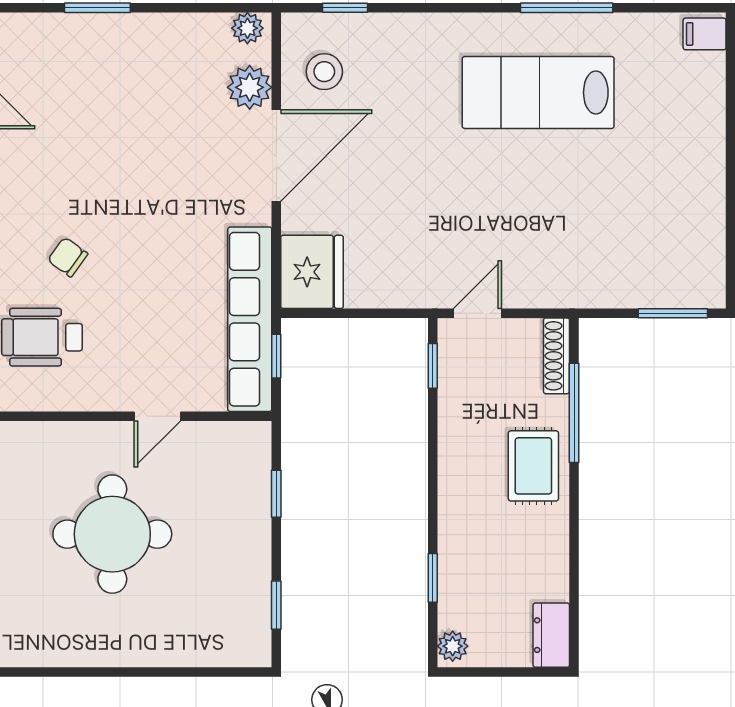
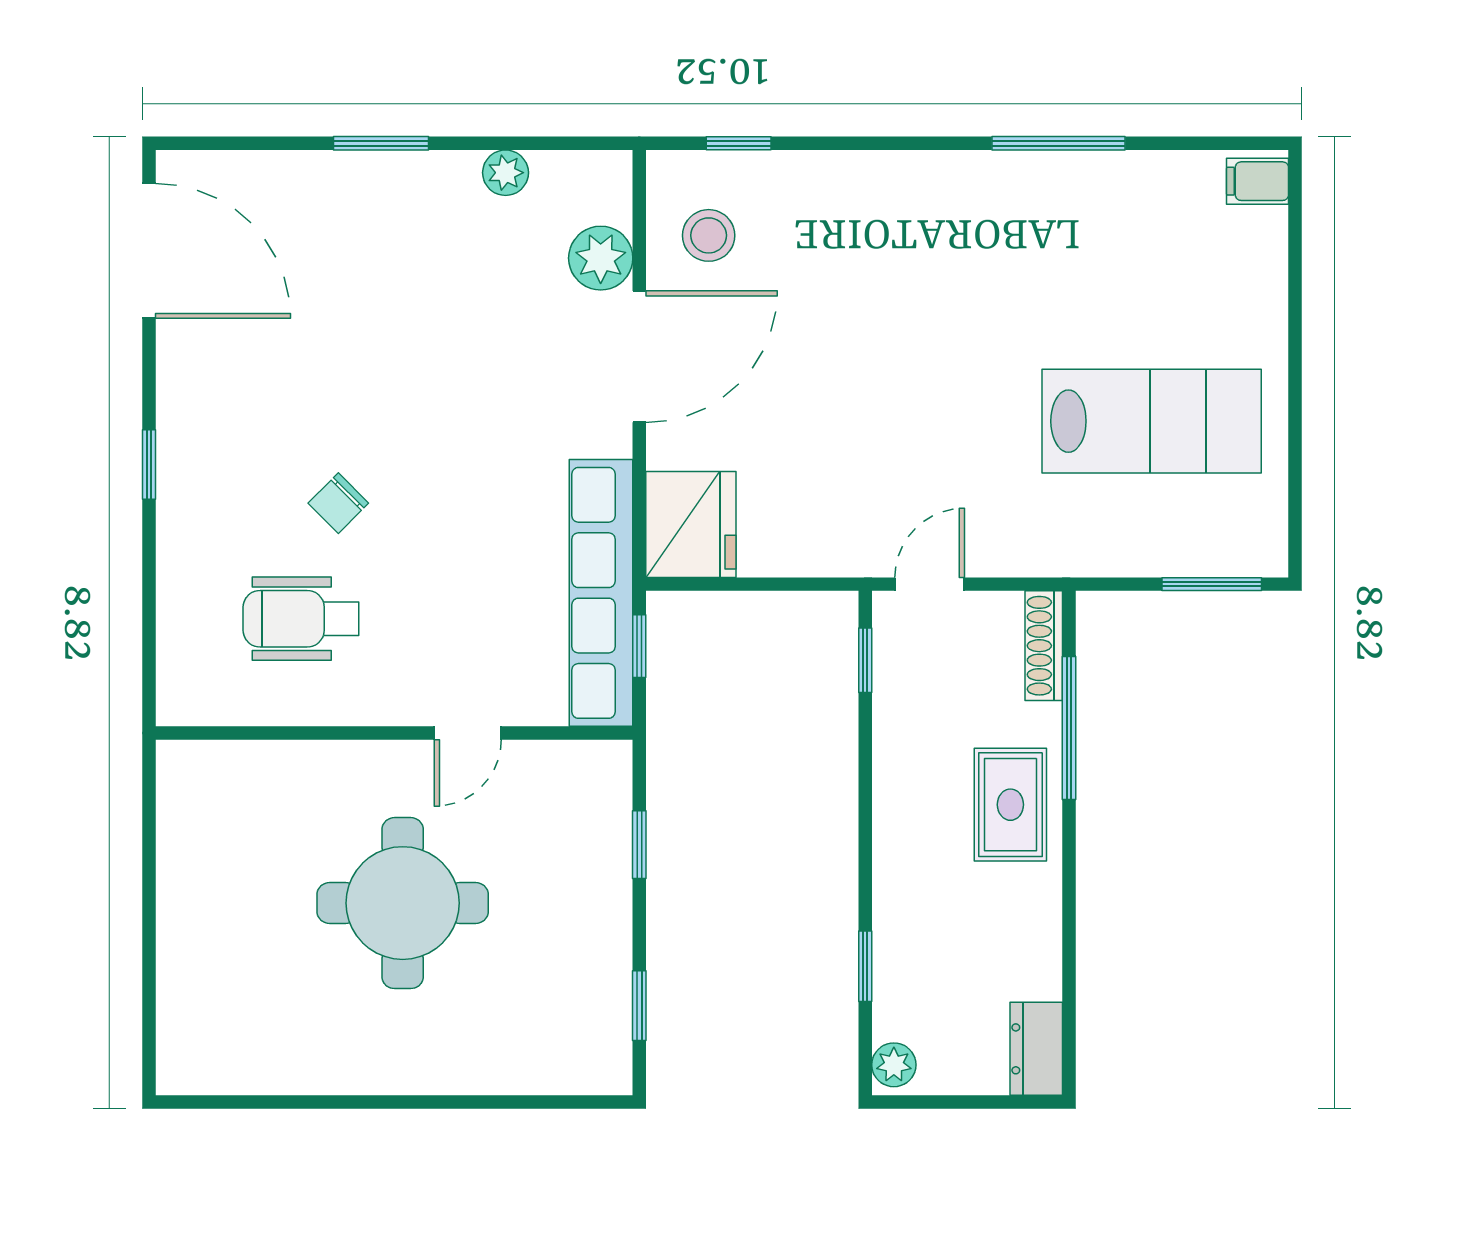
plant: (247, 28) -> (506, 173), moved
lab bench: (538, 93) -> (1152, 421), moved, turned 180
chair: (68, 257) -> (338, 503), turned -81

